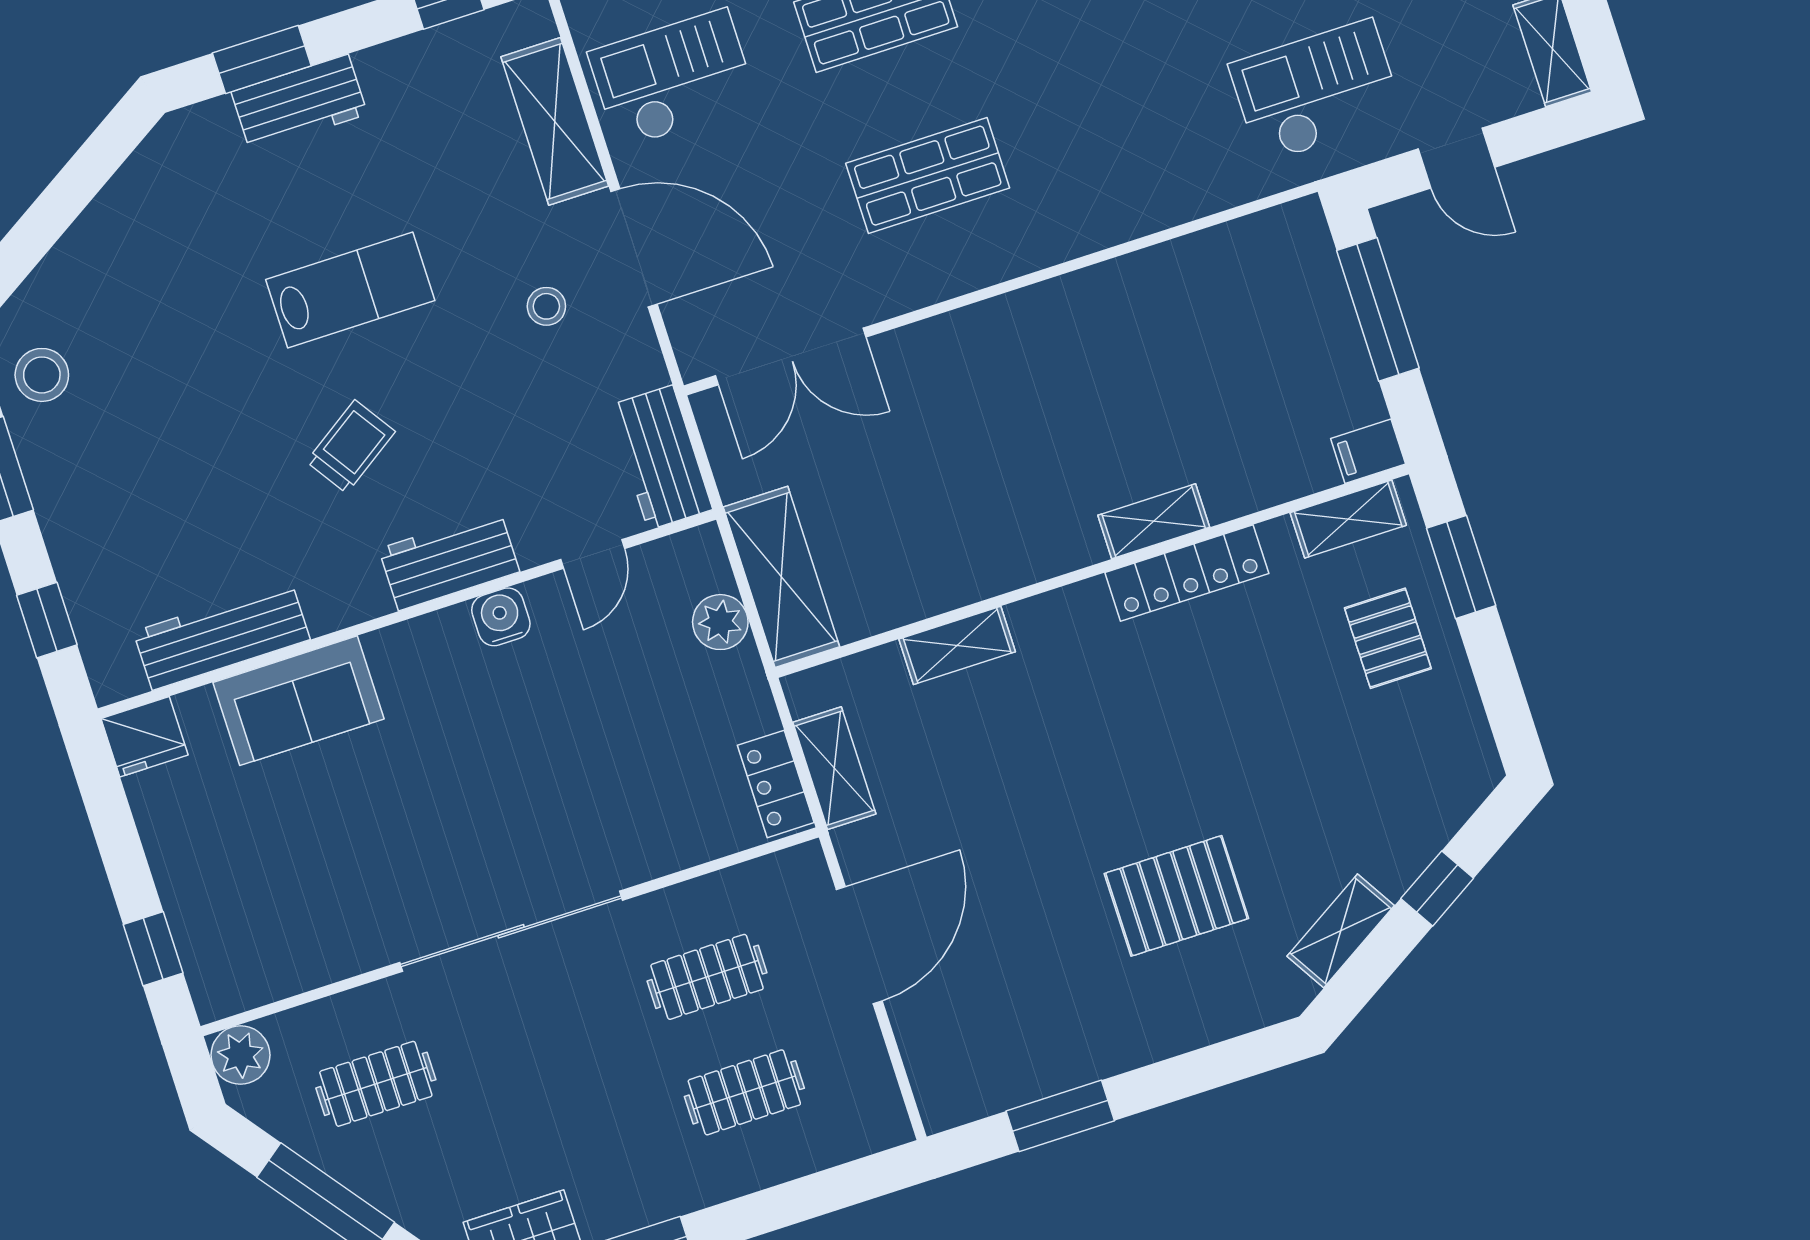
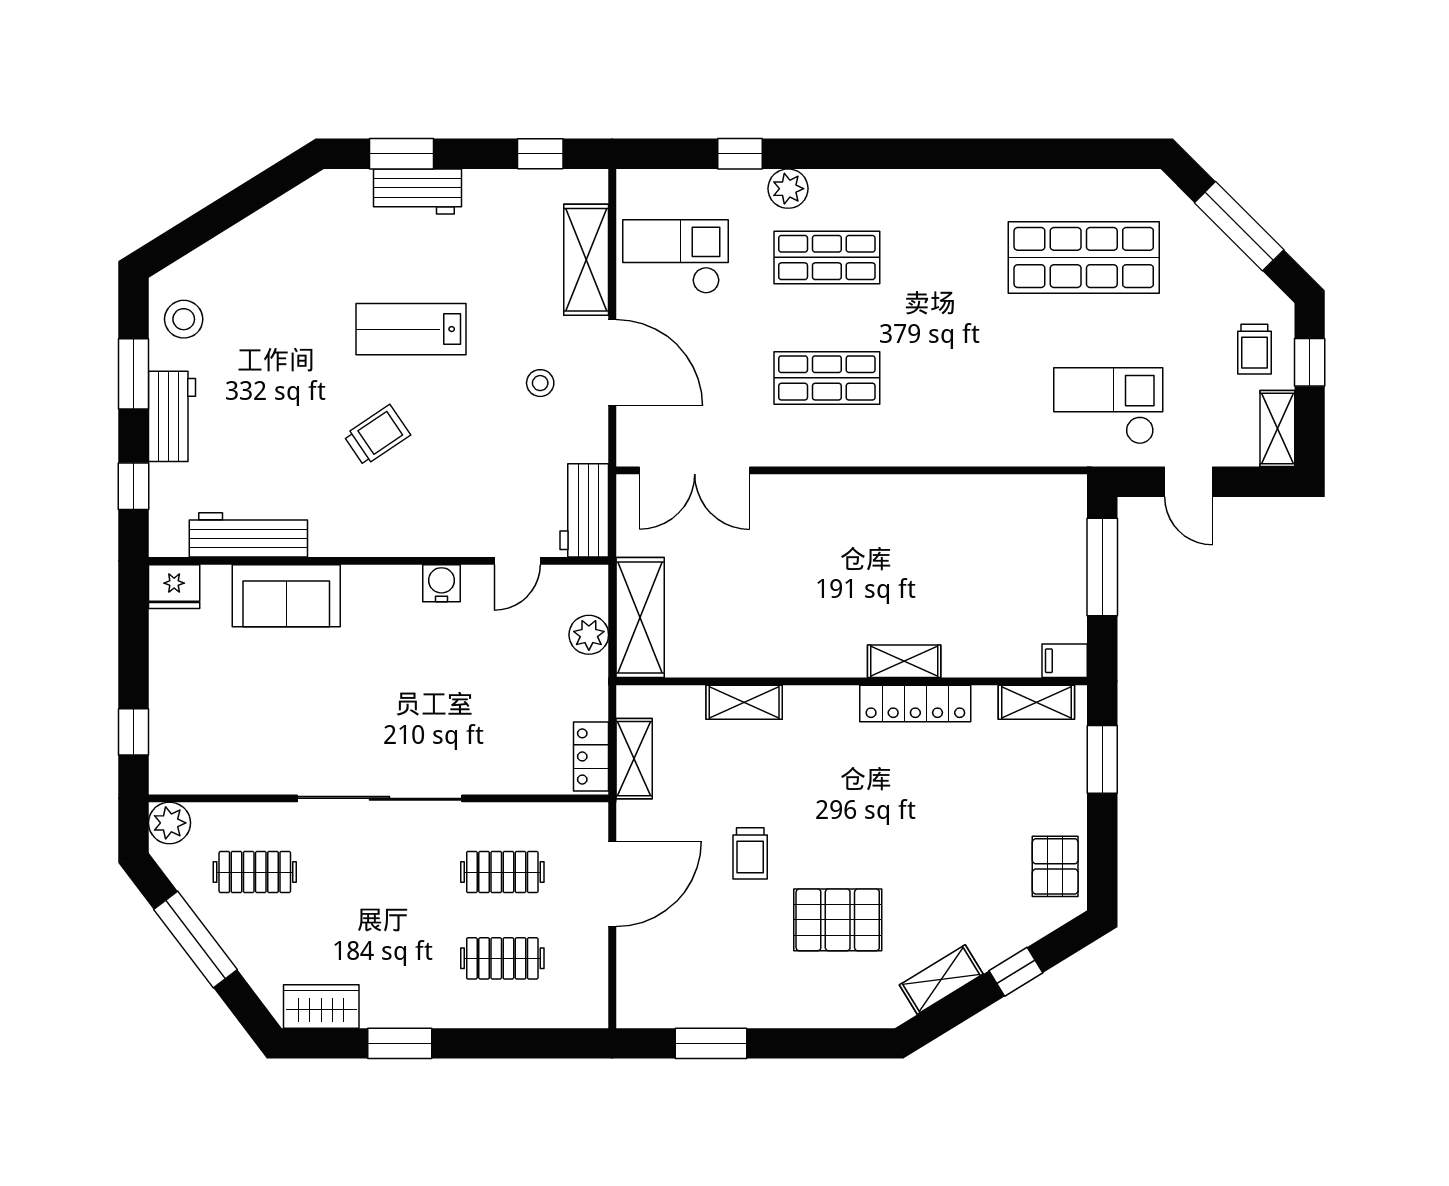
lab bench: (350, 290) -> (411, 329), turned 180
workbench: (449, 560) -> (172, 416), moved, turned 90
pallet: (1388, 638) -> (1055, 866), moved
trolley: (1031, 845) -> (750, 853), added

